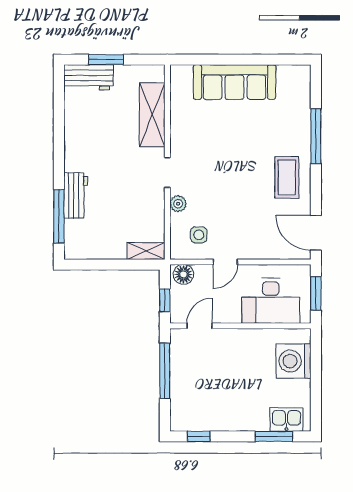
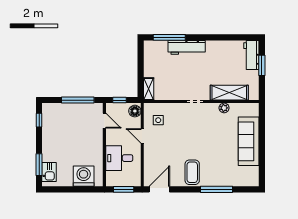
coffee table: (287, 177) -> (192, 172), turned 90
workbench: (76, 195) -> (187, 47), width x1.38
plant: (178, 204) -> (224, 108), moved
desk: (271, 301) -> (119, 158), width x0.73

